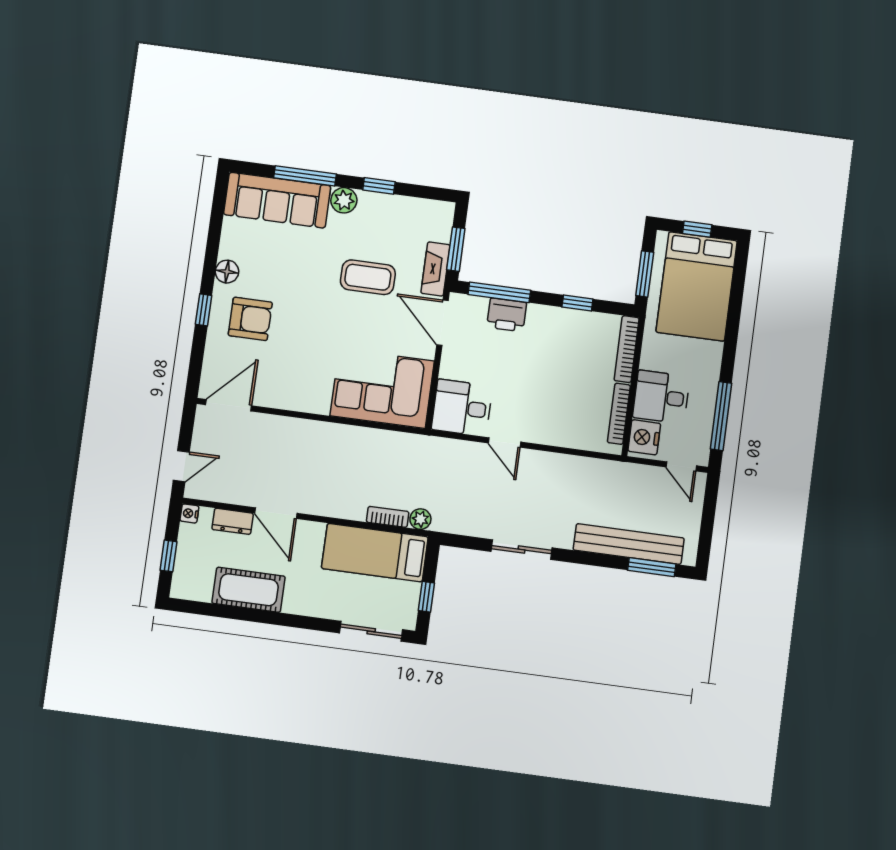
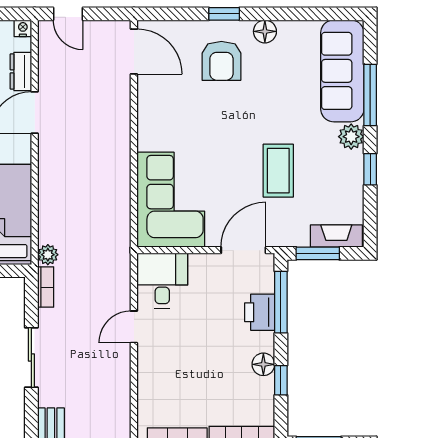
fireplace: (435, 269) -> (336, 236), moved
floor lamp: (559, 318) -> (263, 364), added
bookcase: (388, 517) -> (46, 287), moved

